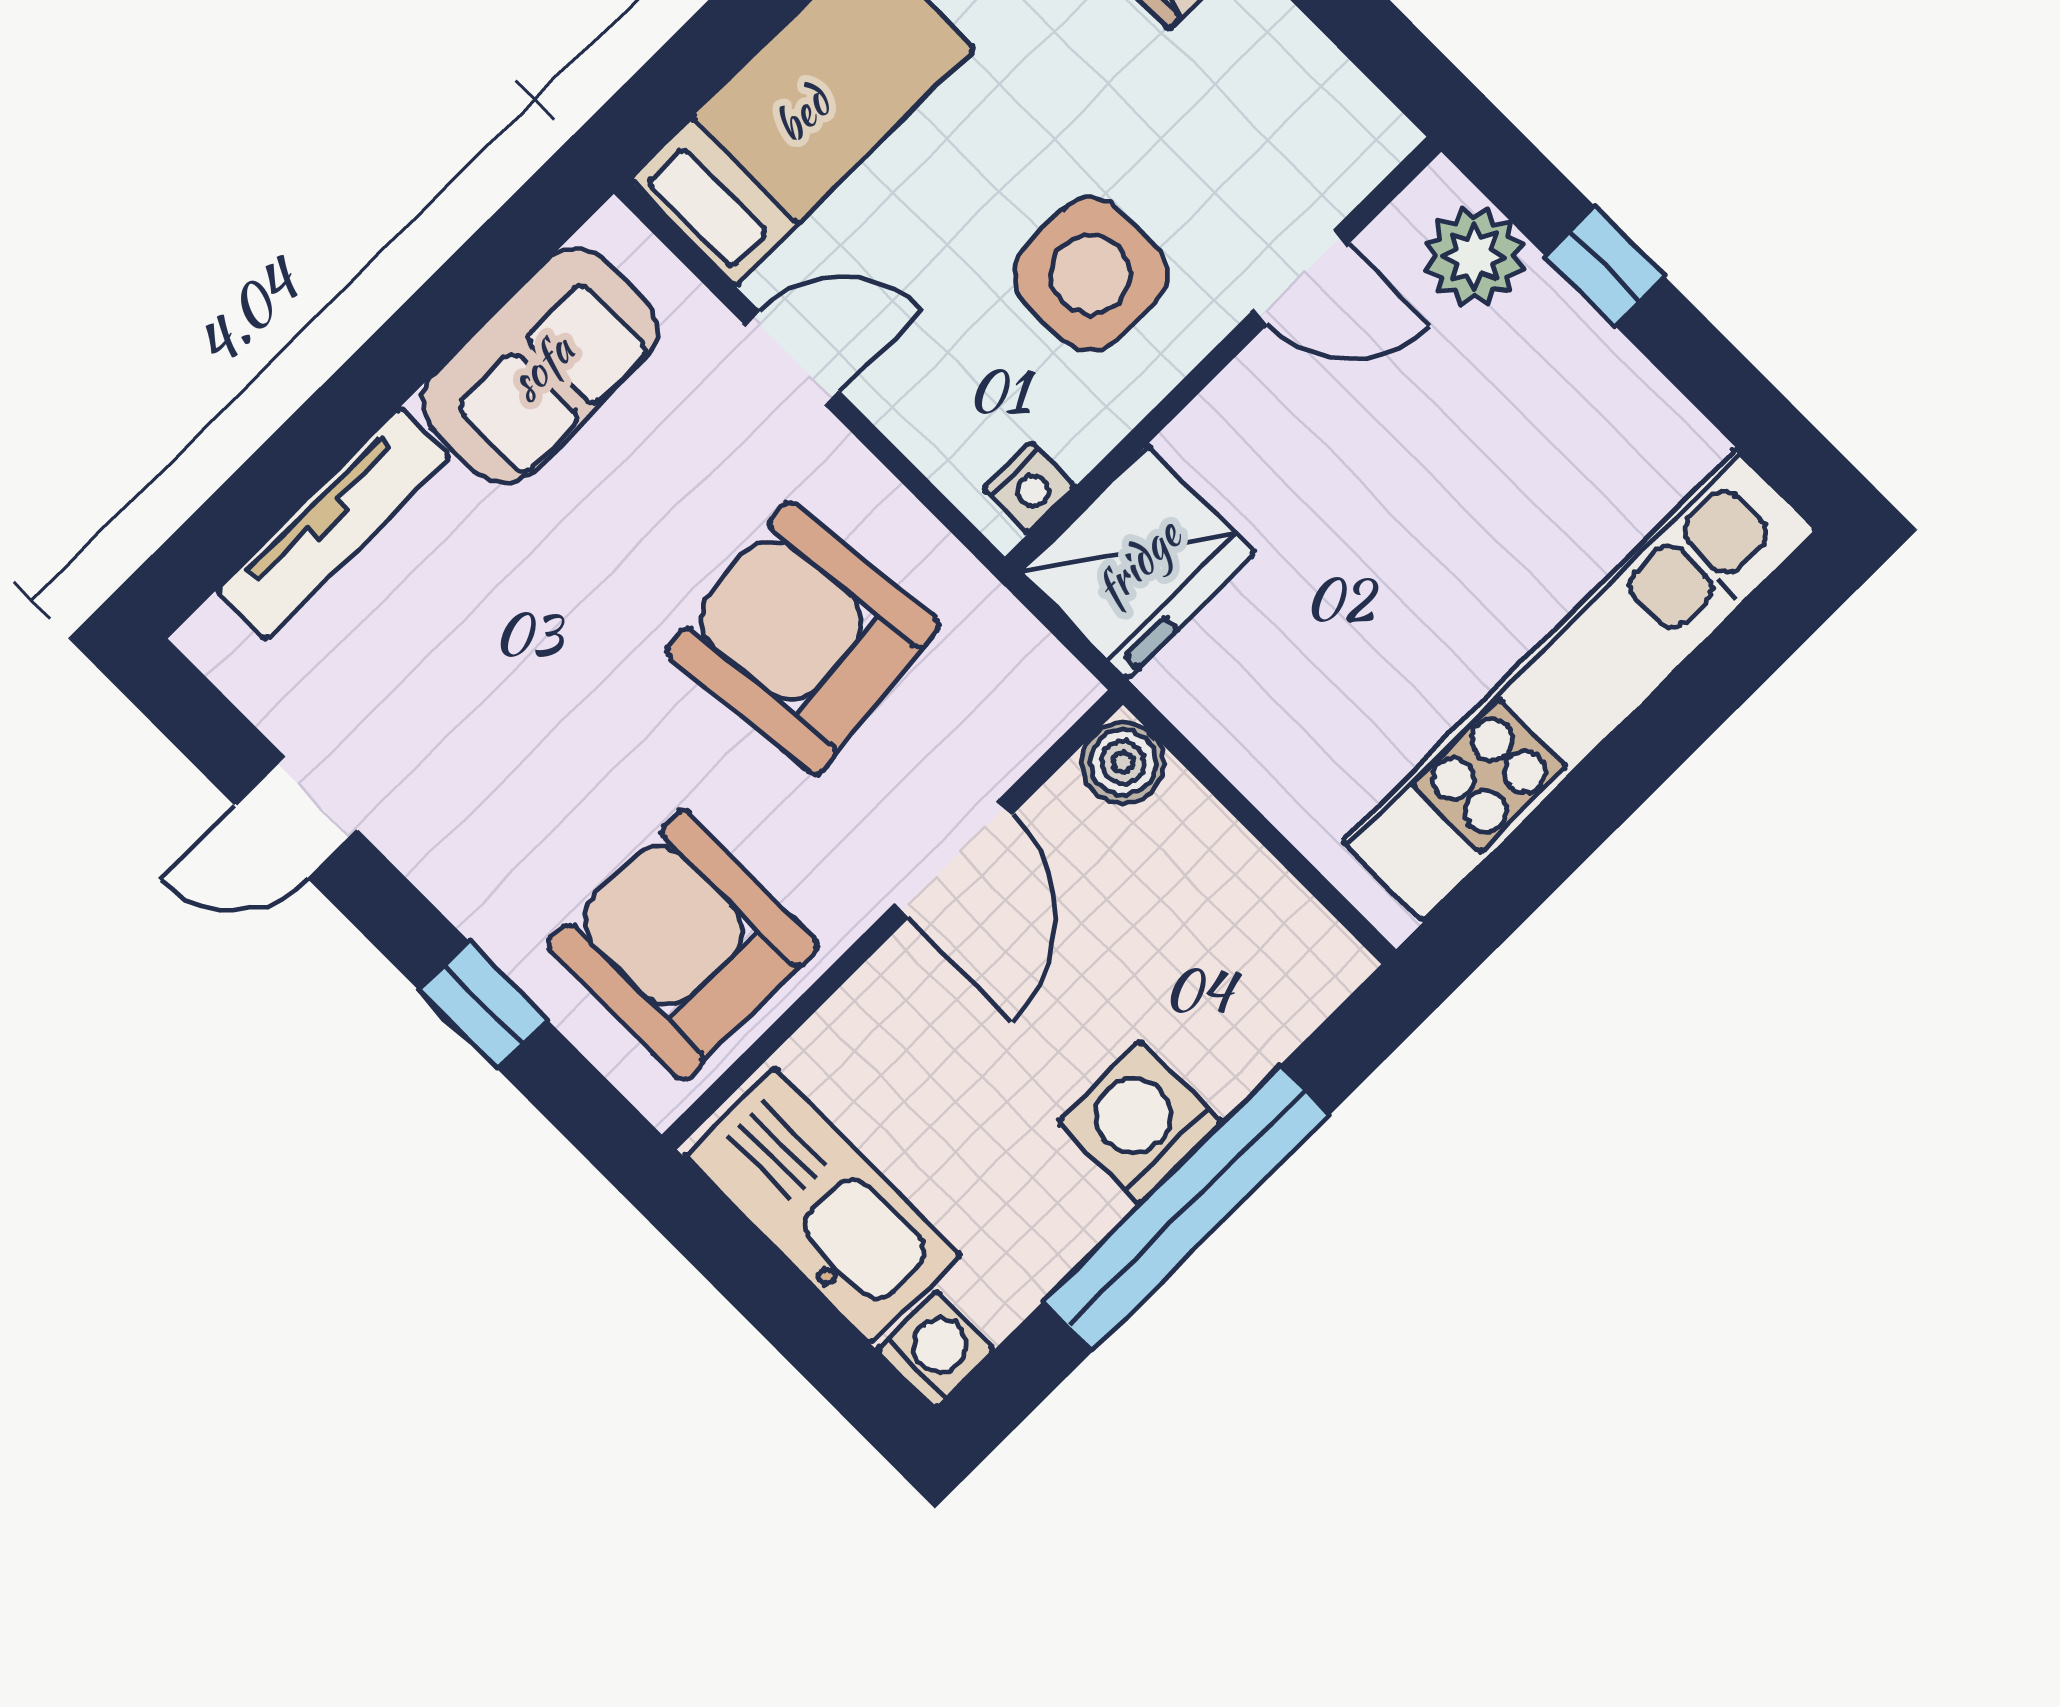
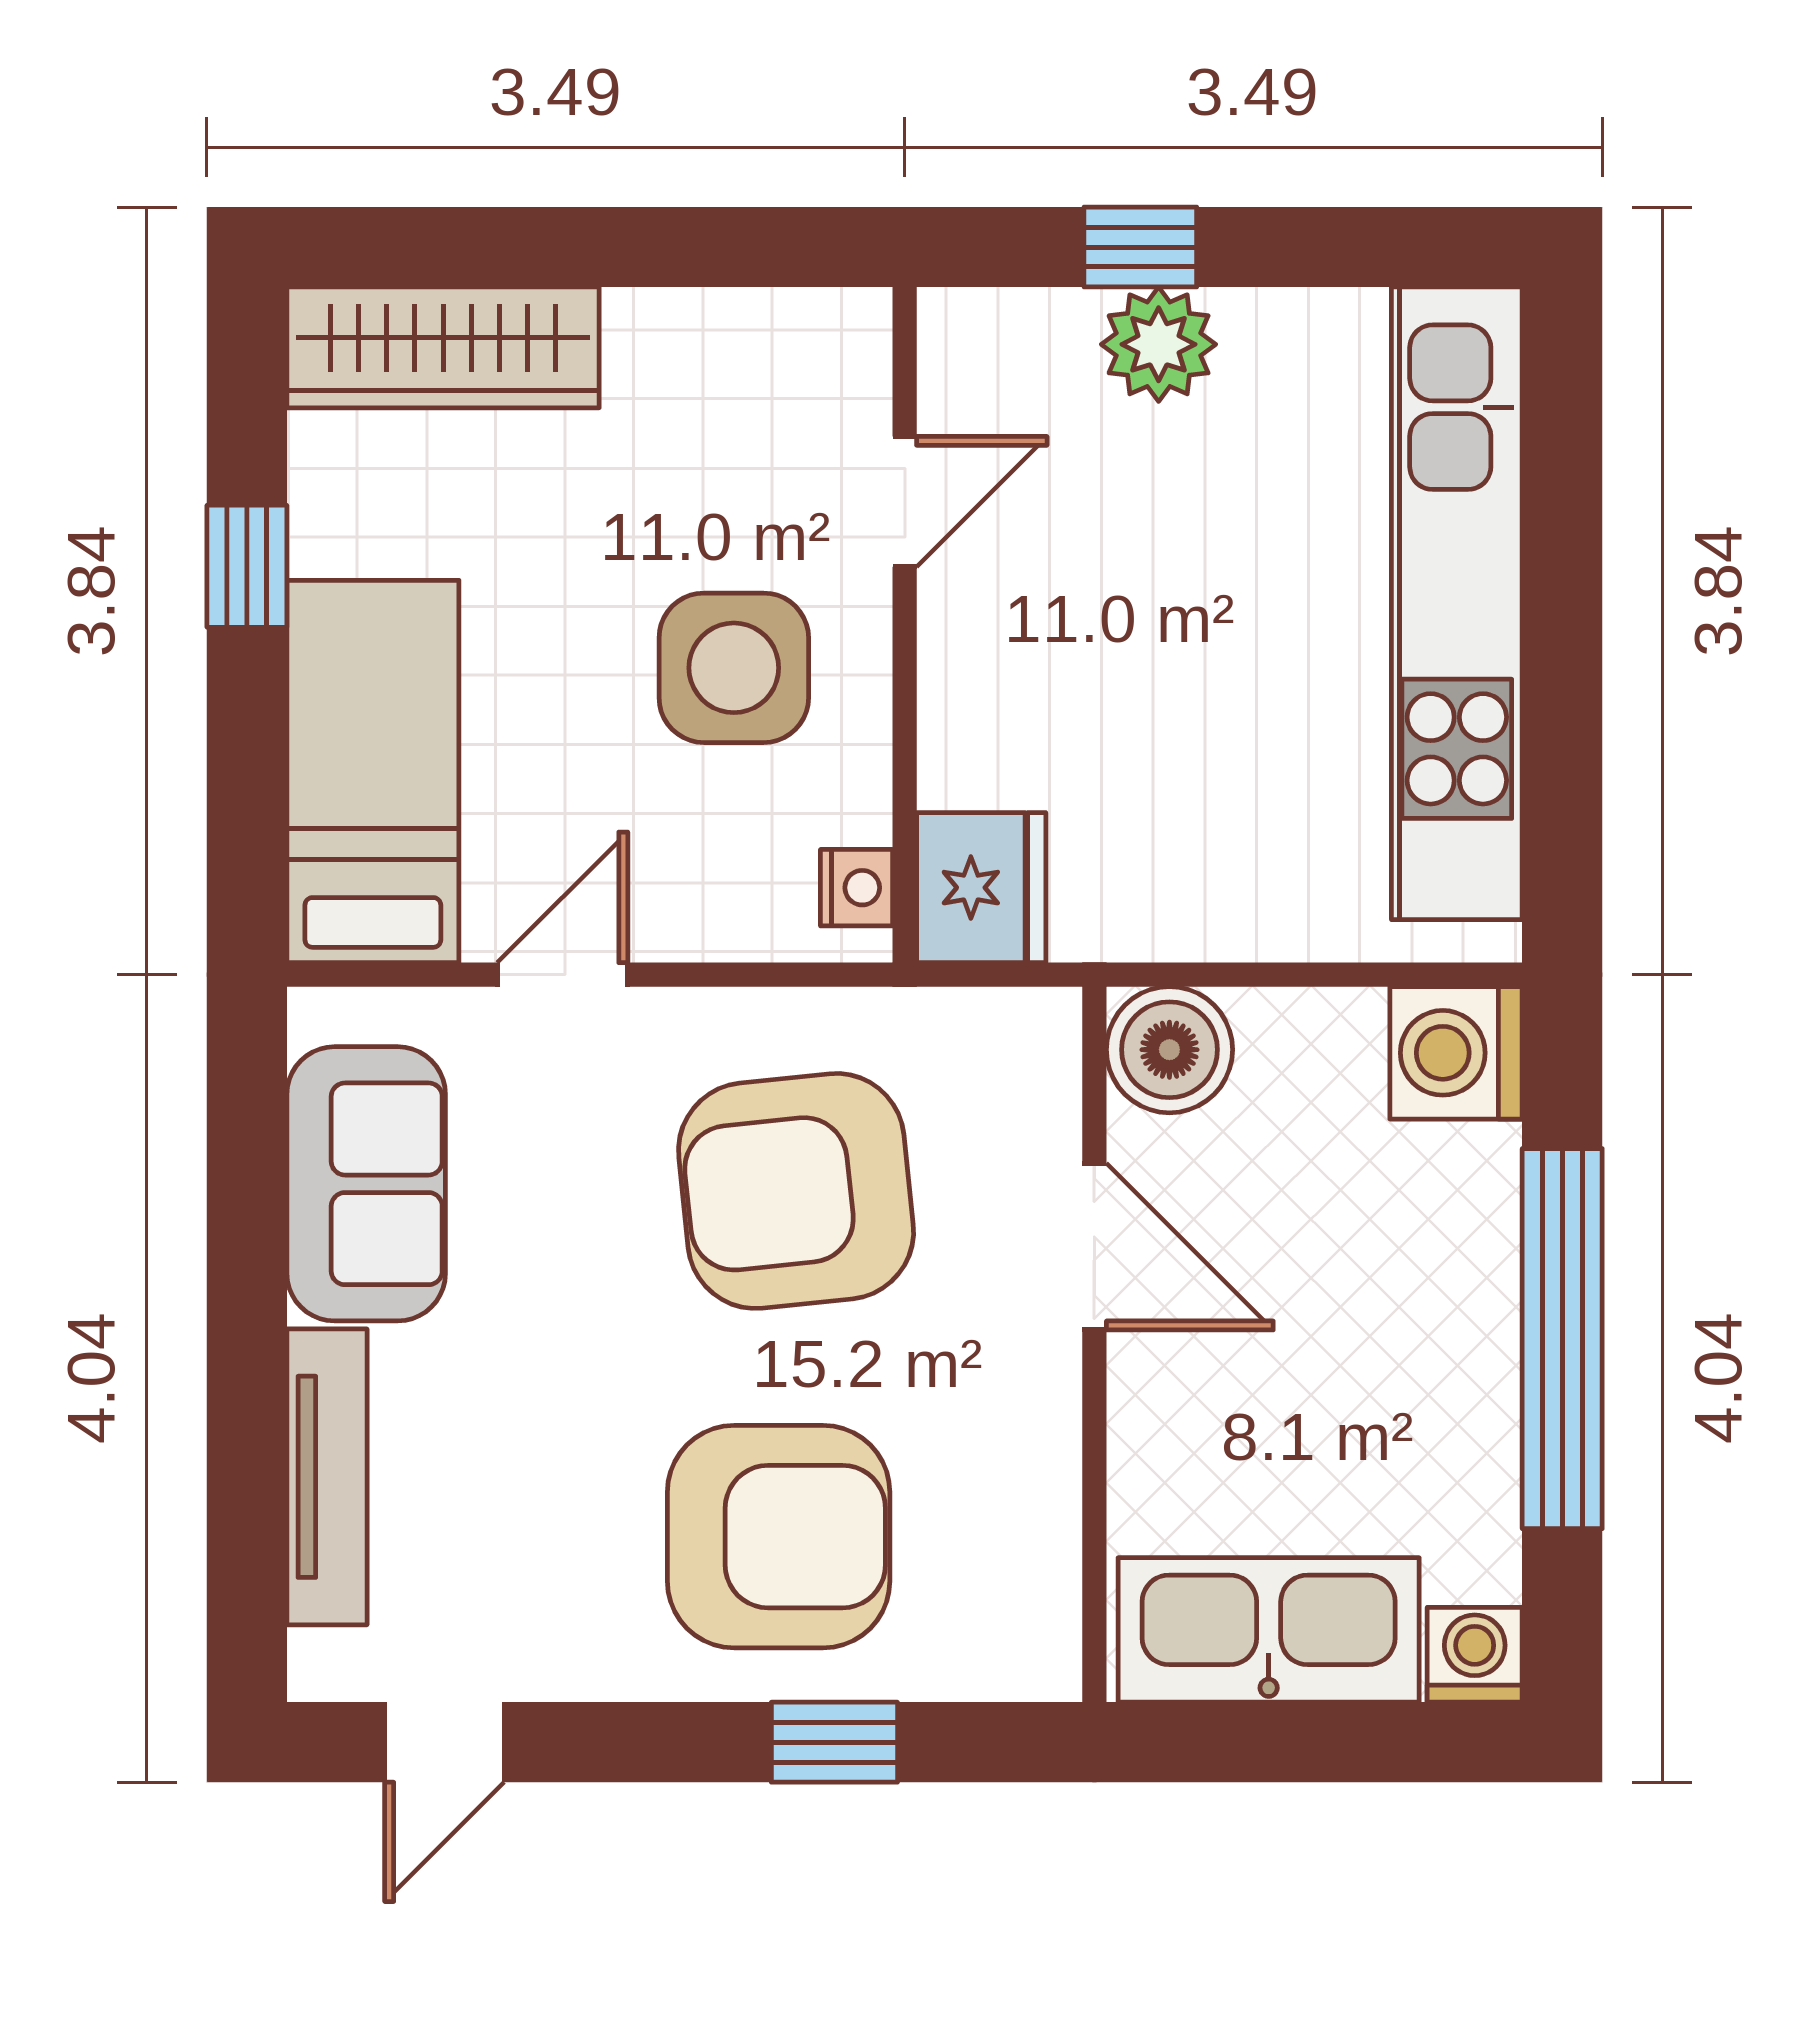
plant: (1474, 256) -> (1159, 344), moved
fridge: (1137, 562) -> (981, 888), width x0.73, depth x0.75
boiler: (1123, 762) -> (1169, 1050), width x1.36, depth x1.36
door: (296, 817) -> (444, 1742), moved
armchair: (683, 945) -> (779, 1537), moved, turned 180
washing machine: (1140, 1122) -> (1456, 1053), moved

